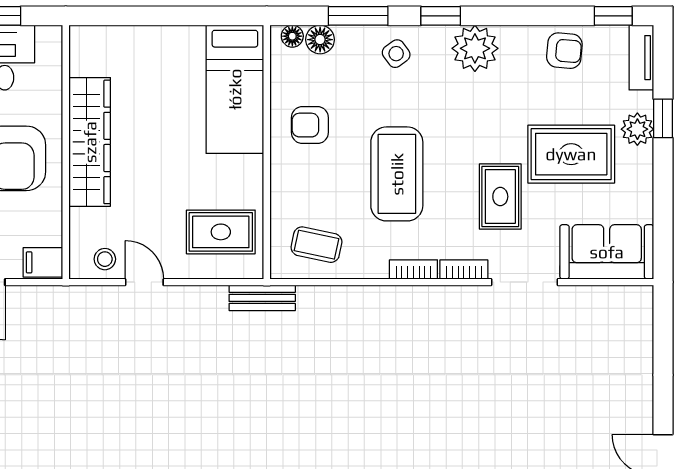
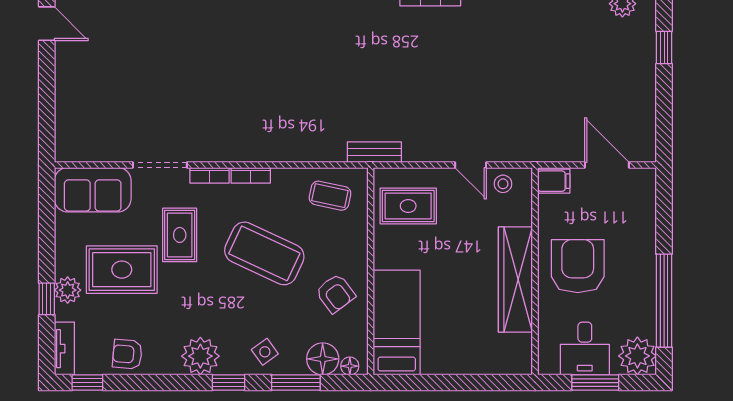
floor lamp: (320, 40) -> (323, 359), width x1.38, depth x1.38
armchair: (310, 125) -> (335, 293), turned 53
coffee table: (397, 174) -> (264, 253), turned -65

